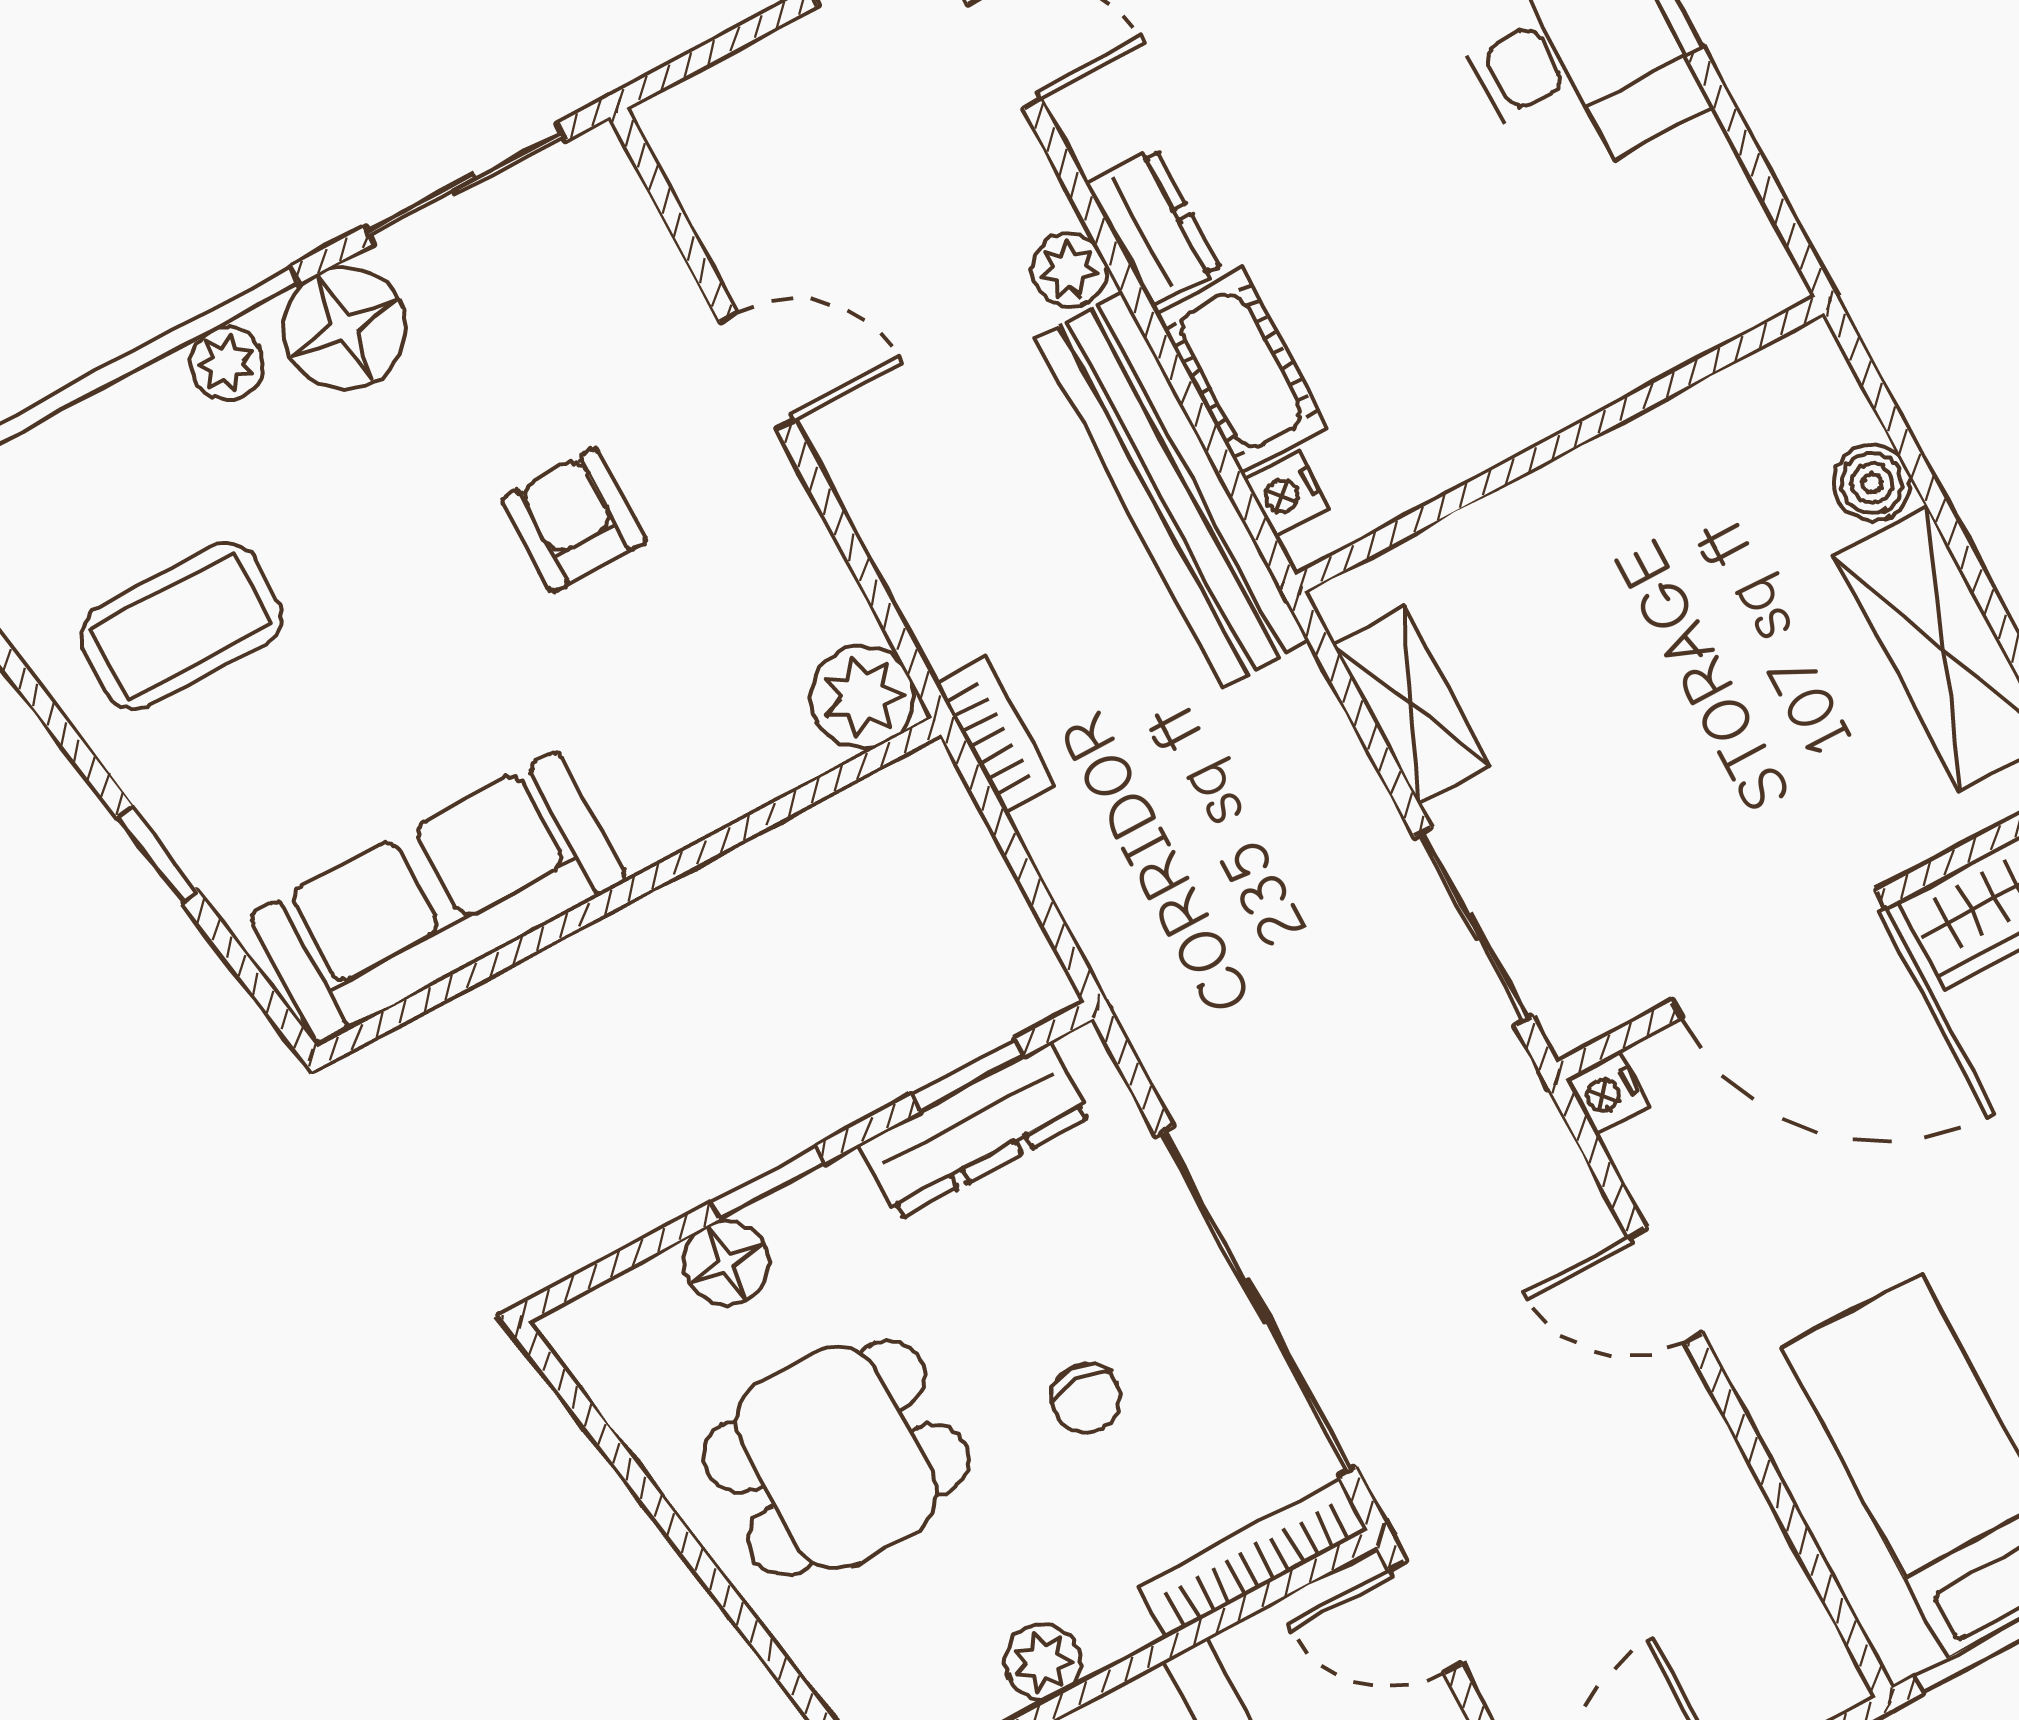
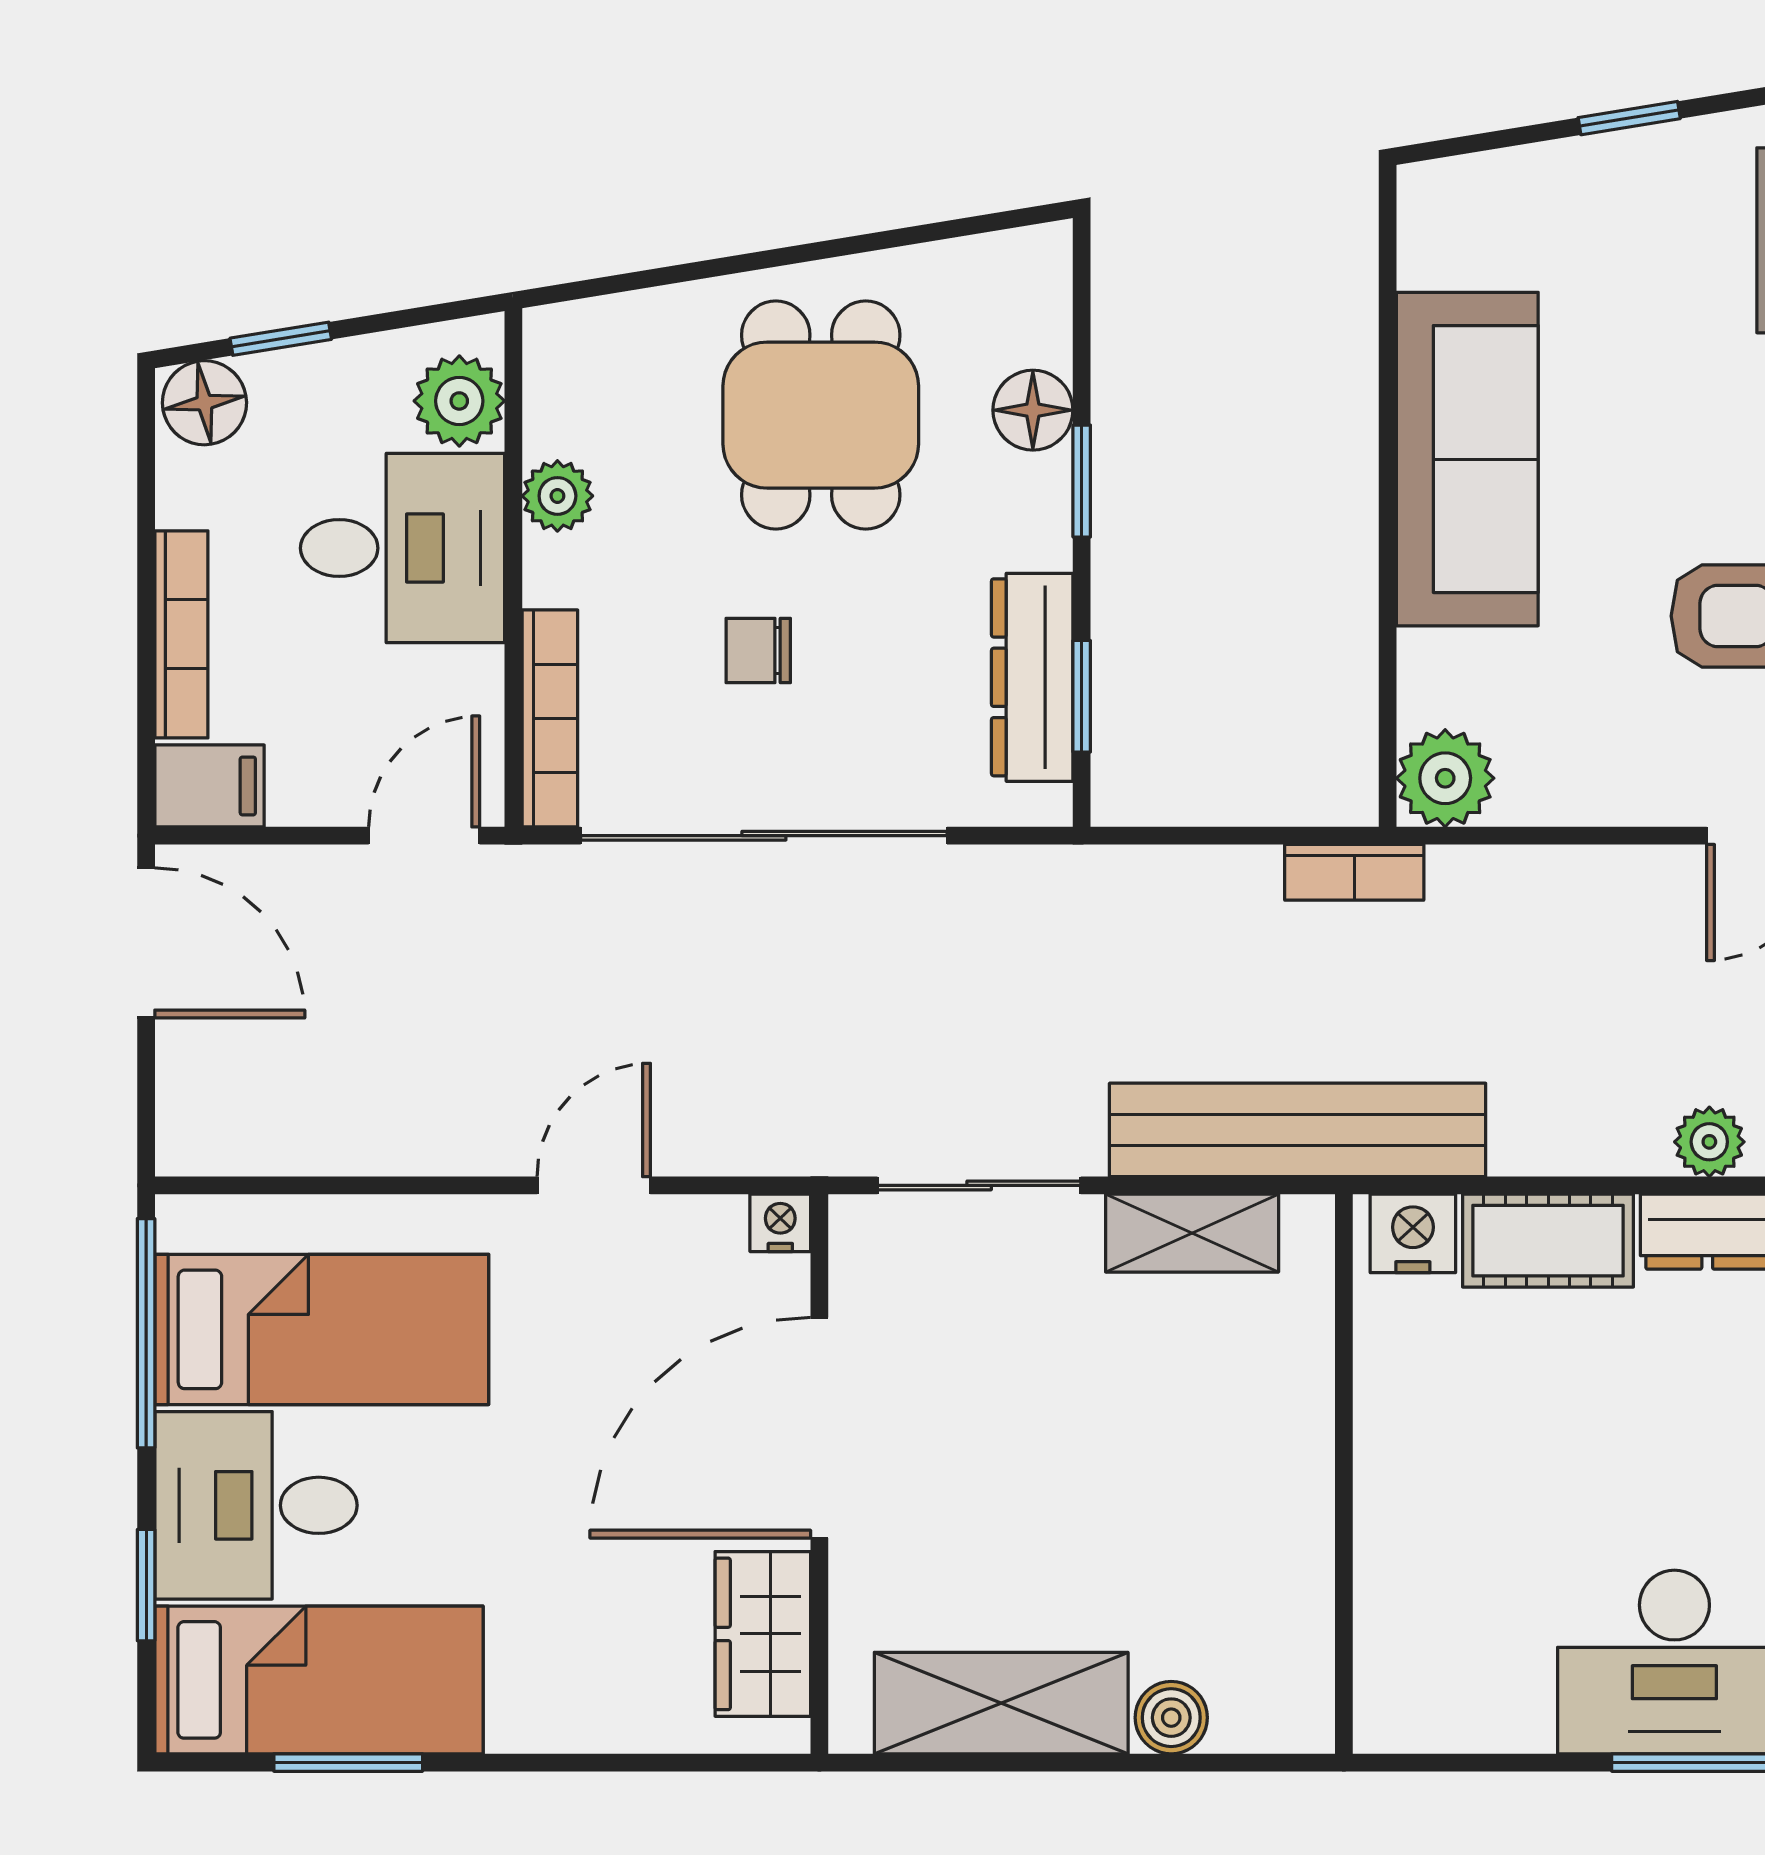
bench: (1173, 490) -> (1298, 1130), moved
nightstand: (1286, 494) -> (1413, 1233), width x1.39, depth x1.35
sofa: (438, 898) -> (1467, 459), moved

